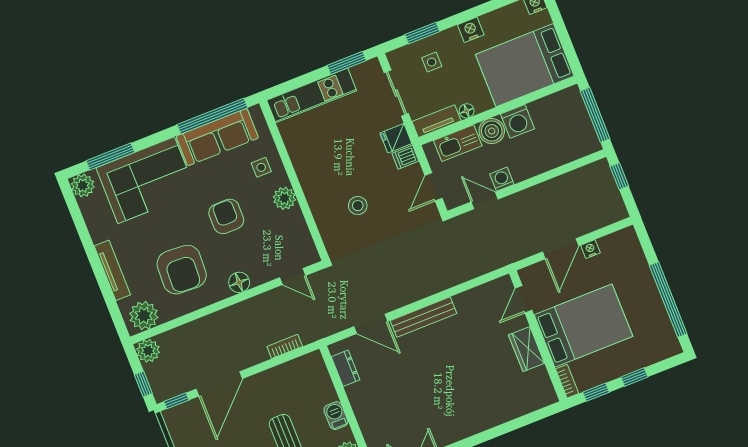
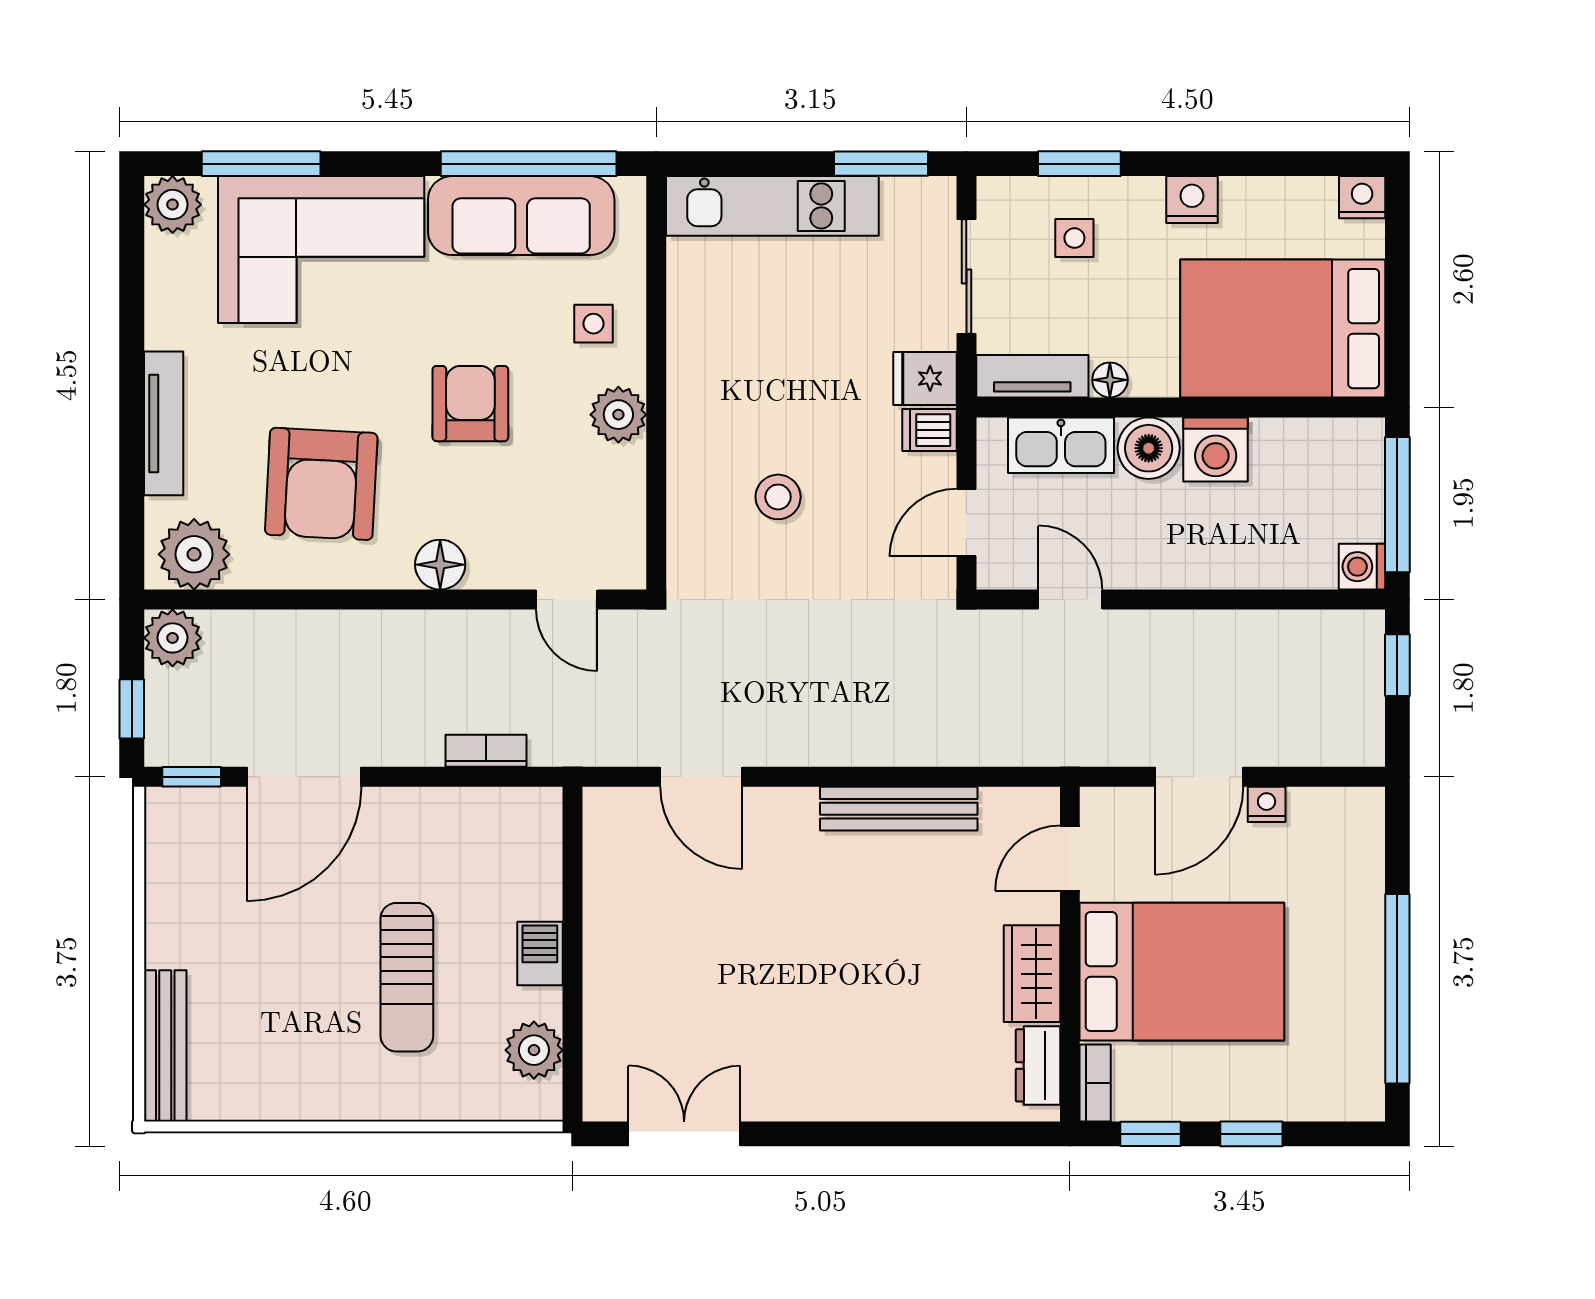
washing machine: (502, 179) -> (1362, 567), moved, turned -90
bench: (424, 317) -> (899, 809), moved
dresser: (346, 368) -> (1038, 1065), moved, turned 180

